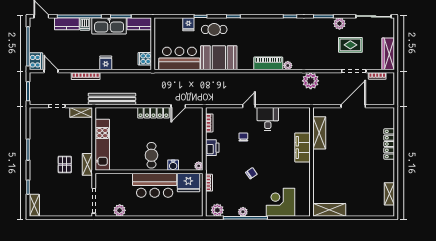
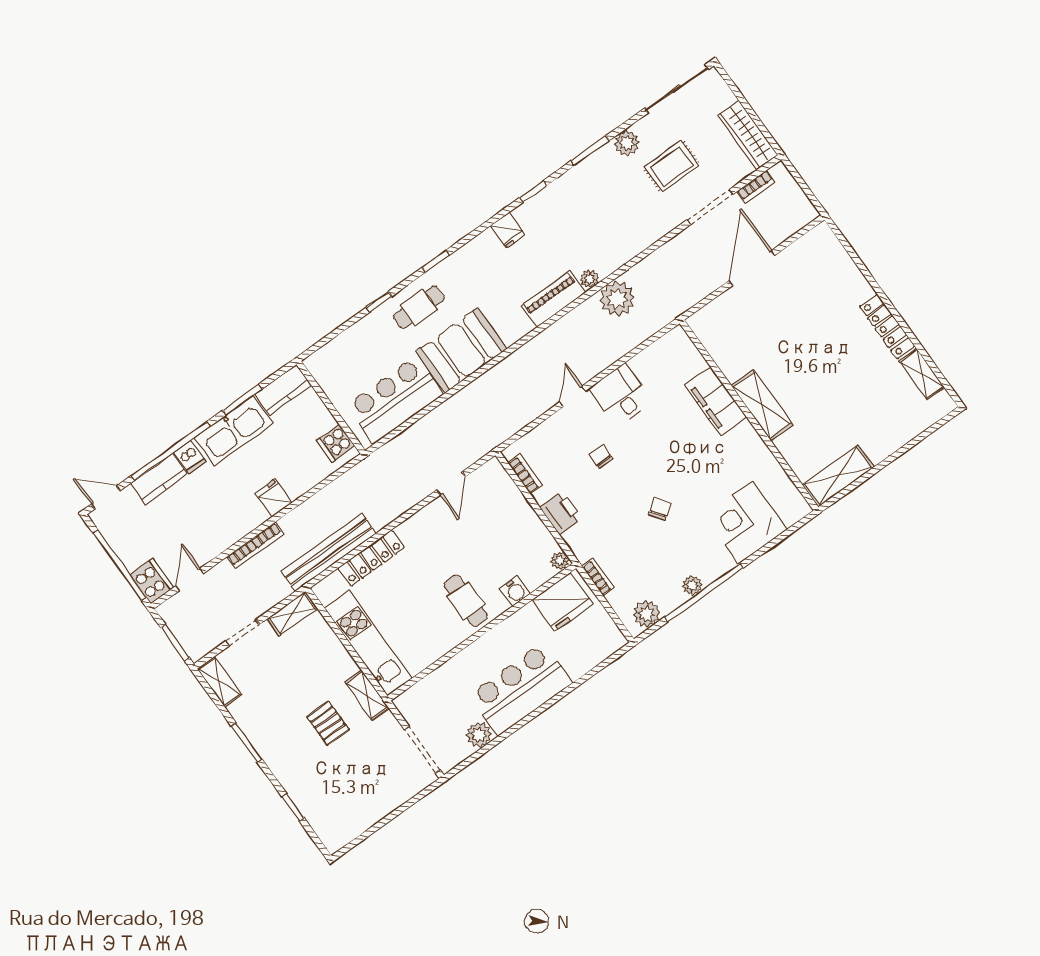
fridge: (188, 24) -> (508, 230), moved
door: (51, 71) -> (190, 580), hinge flipped
plant: (311, 81) -> (617, 299), moved
locker: (153, 113) -> (371, 558), moved
shelving: (319, 133) -> (762, 405), moved
locker: (389, 144) -> (887, 326), moved
bar counter: (155, 185) -> (521, 689), moved, turned 180
shelving: (34, 205) -> (219, 682), moved

